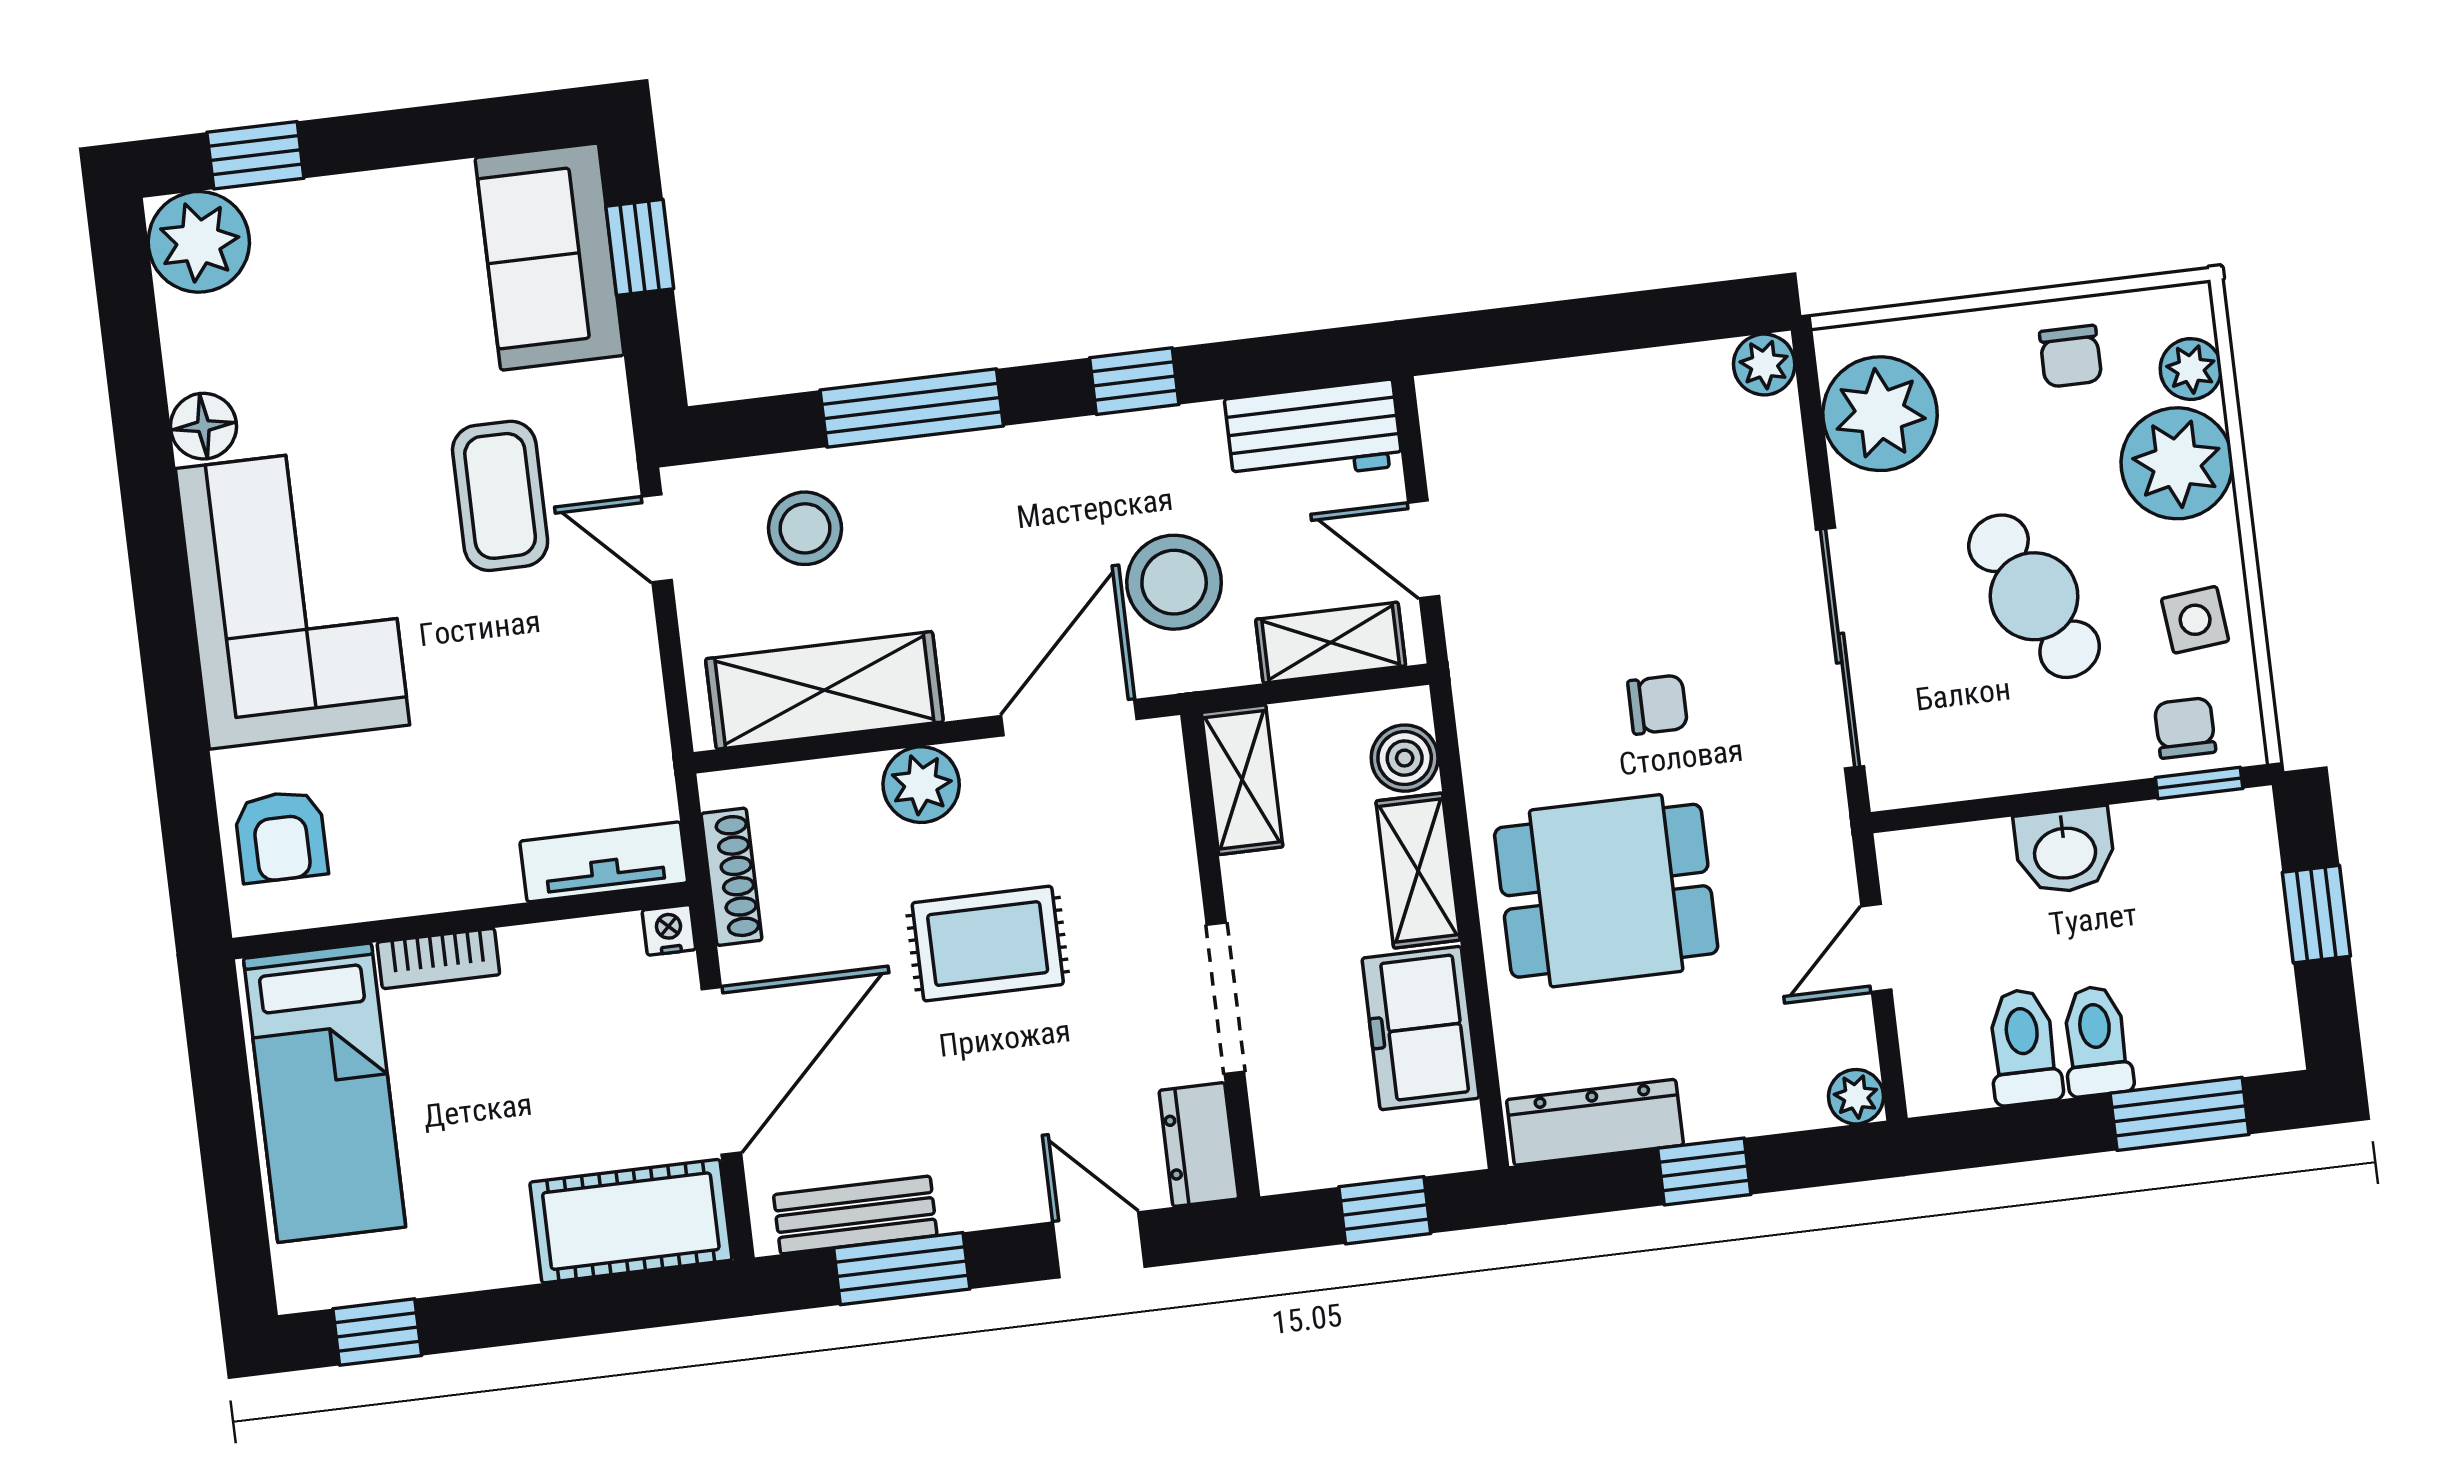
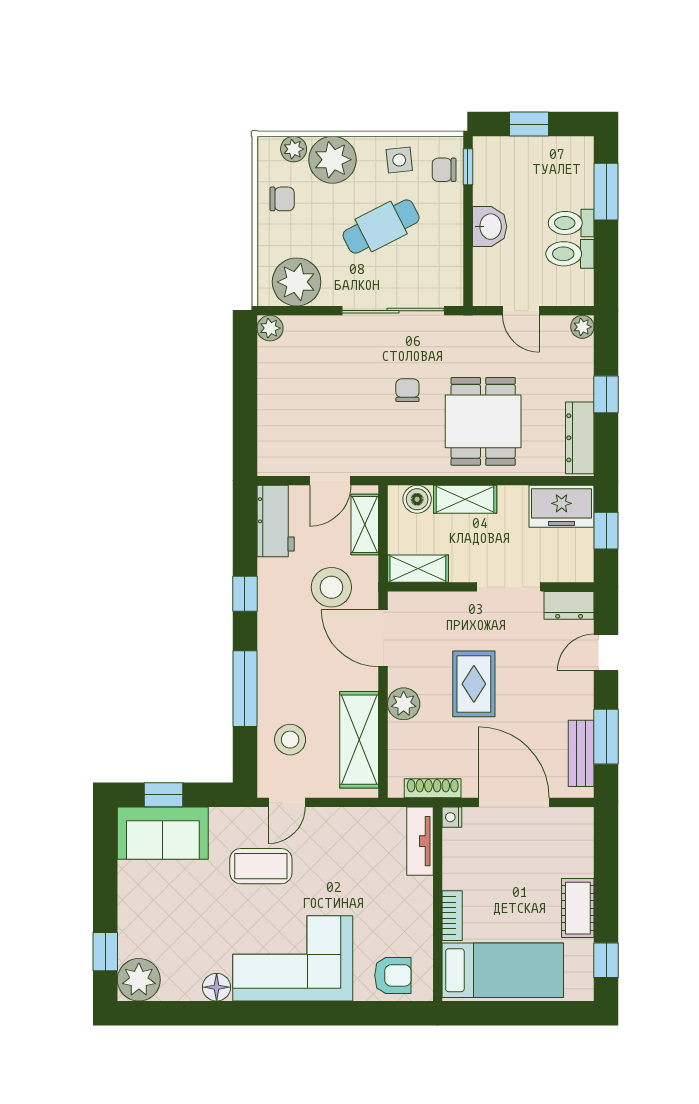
freezer: (1421, 1028) -> (562, 506), moved
cot: (631, 1221) -> (578, 908), moved, width x0.73, depth x0.75

